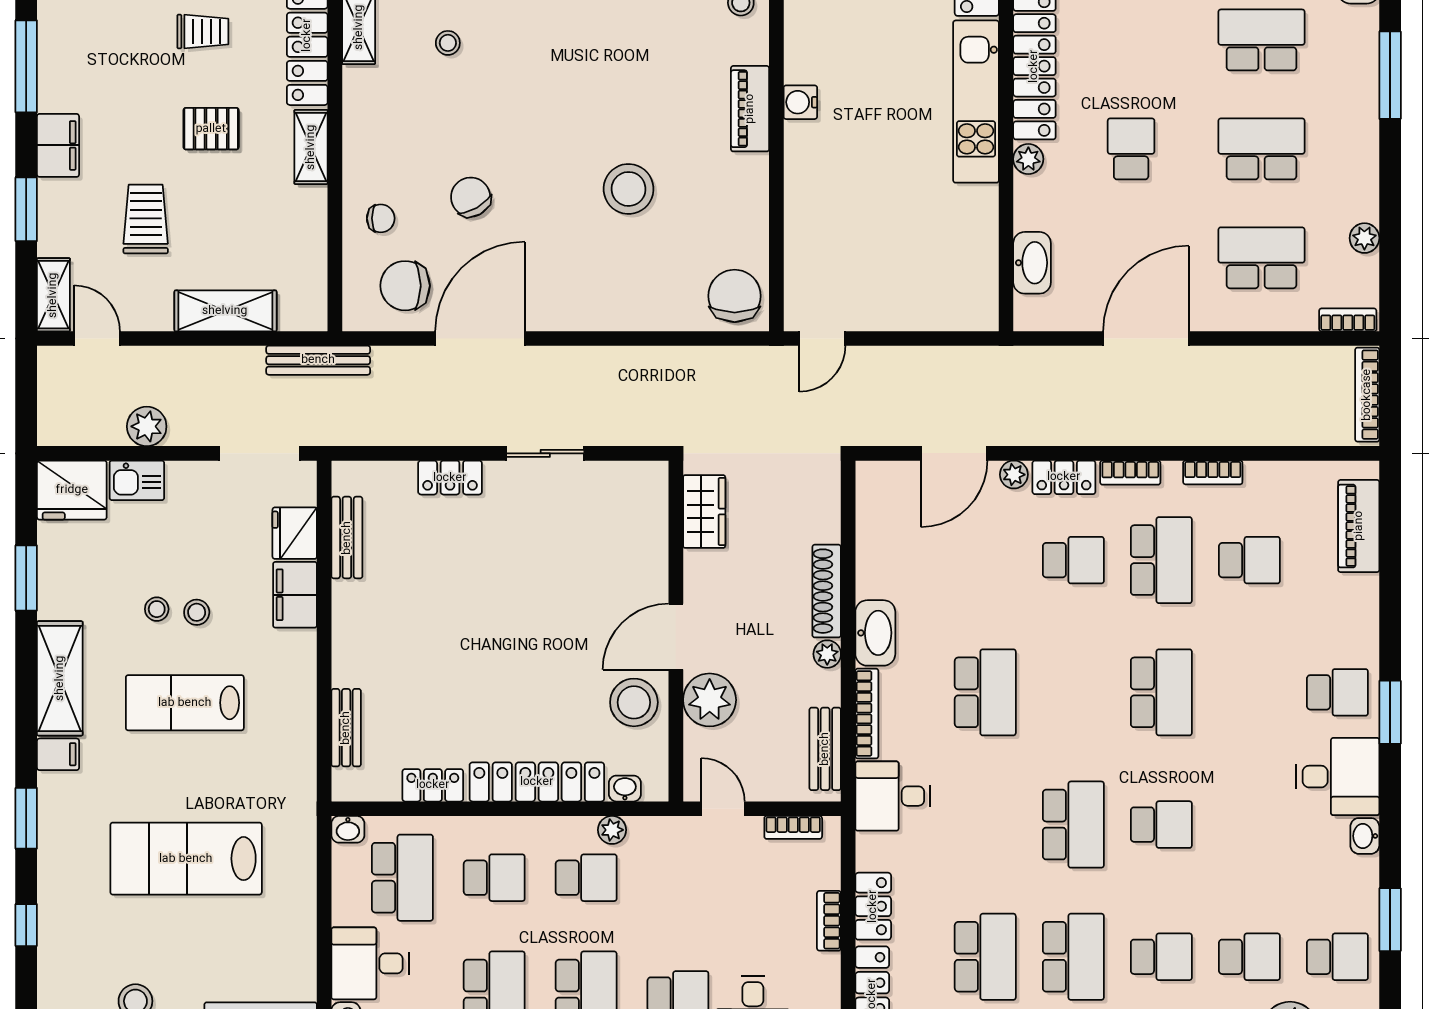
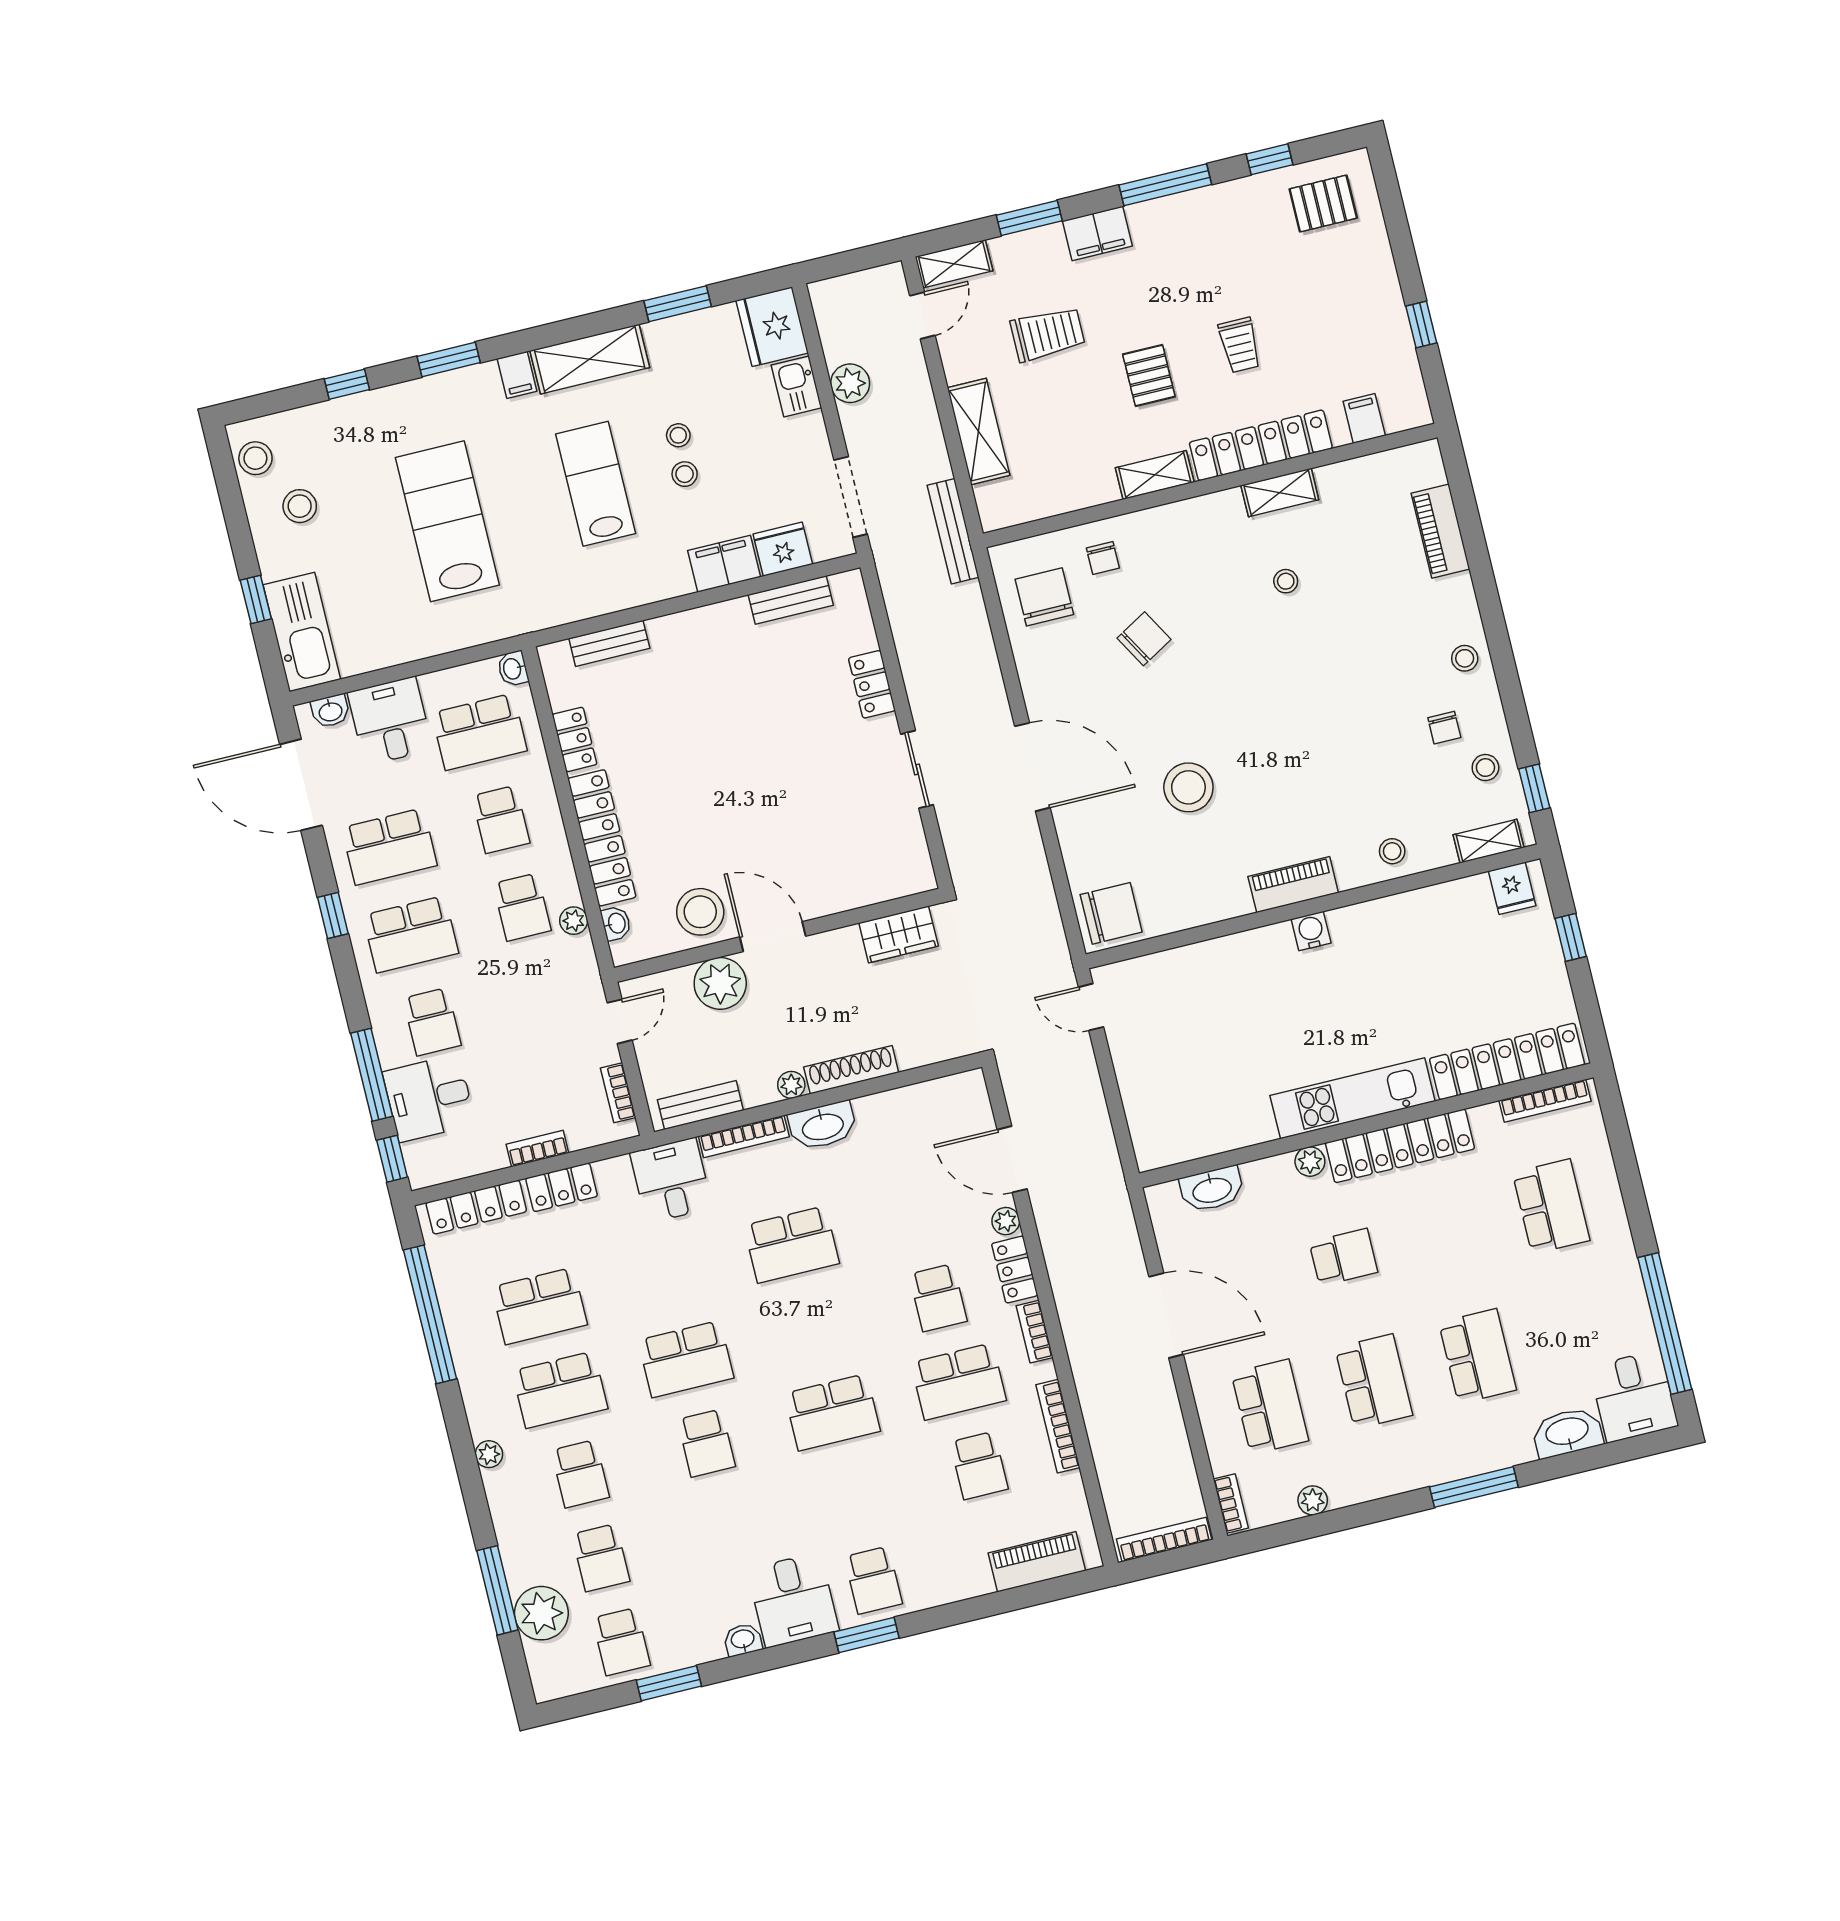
door: (480, 339) -> (1032, 767), moved
bookcase: (1213, 472) -> (1058, 1426), width x1.56

